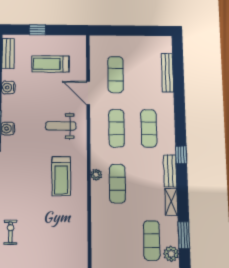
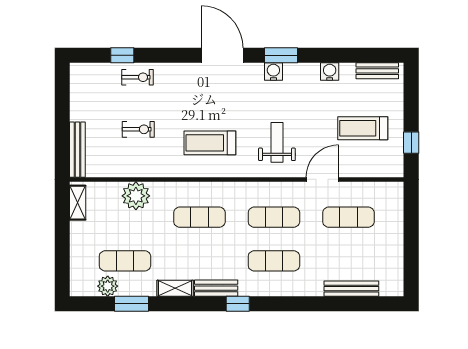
window: (37, 30) -> (411, 143), moved
treadmill: (50, 64) -> (363, 128), turned -90
plant: (96, 175) -> (136, 196), moved, width x1.88, depth x1.88
exercise bike: (51, 231) -> (138, 129), added

